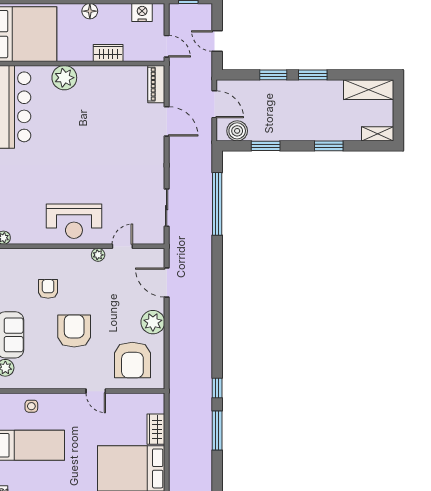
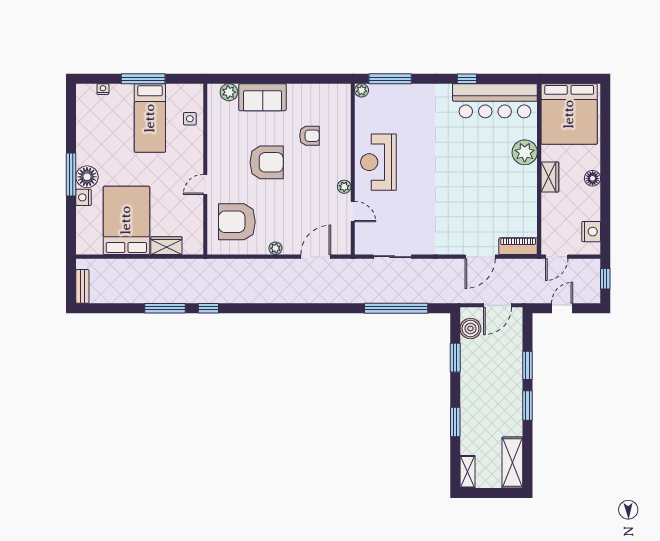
wardrobe: (108, 53) -> (550, 177), moved
plant: (153, 322) -> (275, 248), width x0.53, depth x0.53

